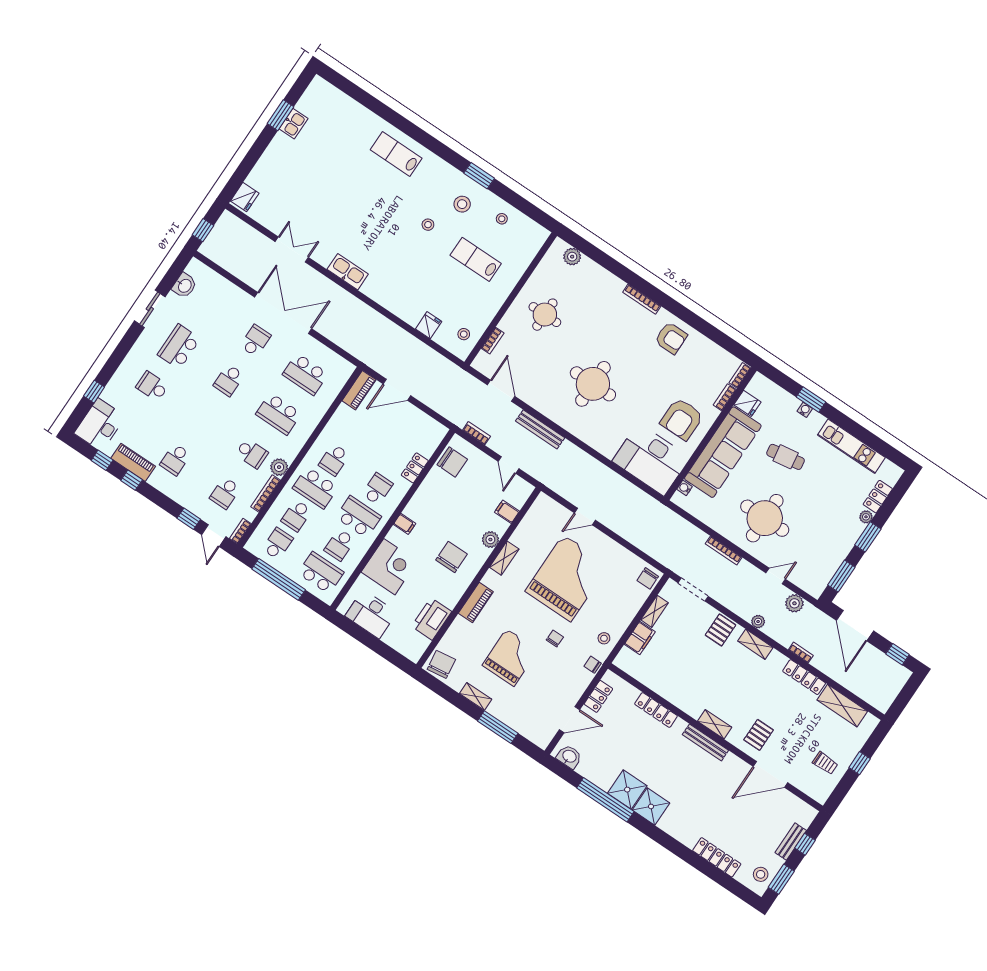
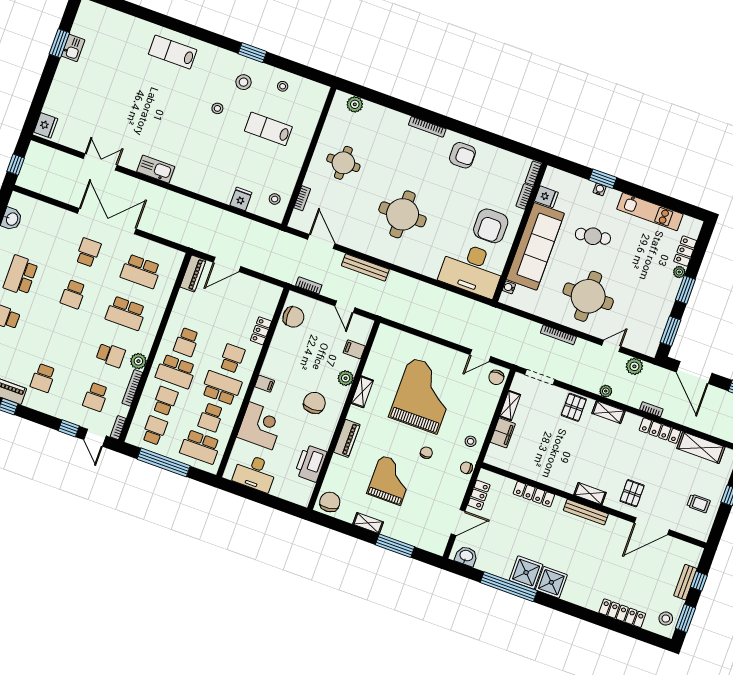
school desk: (296, 516) -> (165, 401), turned 180
door: (585, 516) -> (480, 356), moved
school desk: (321, 573) -> (200, 447), turned 180

